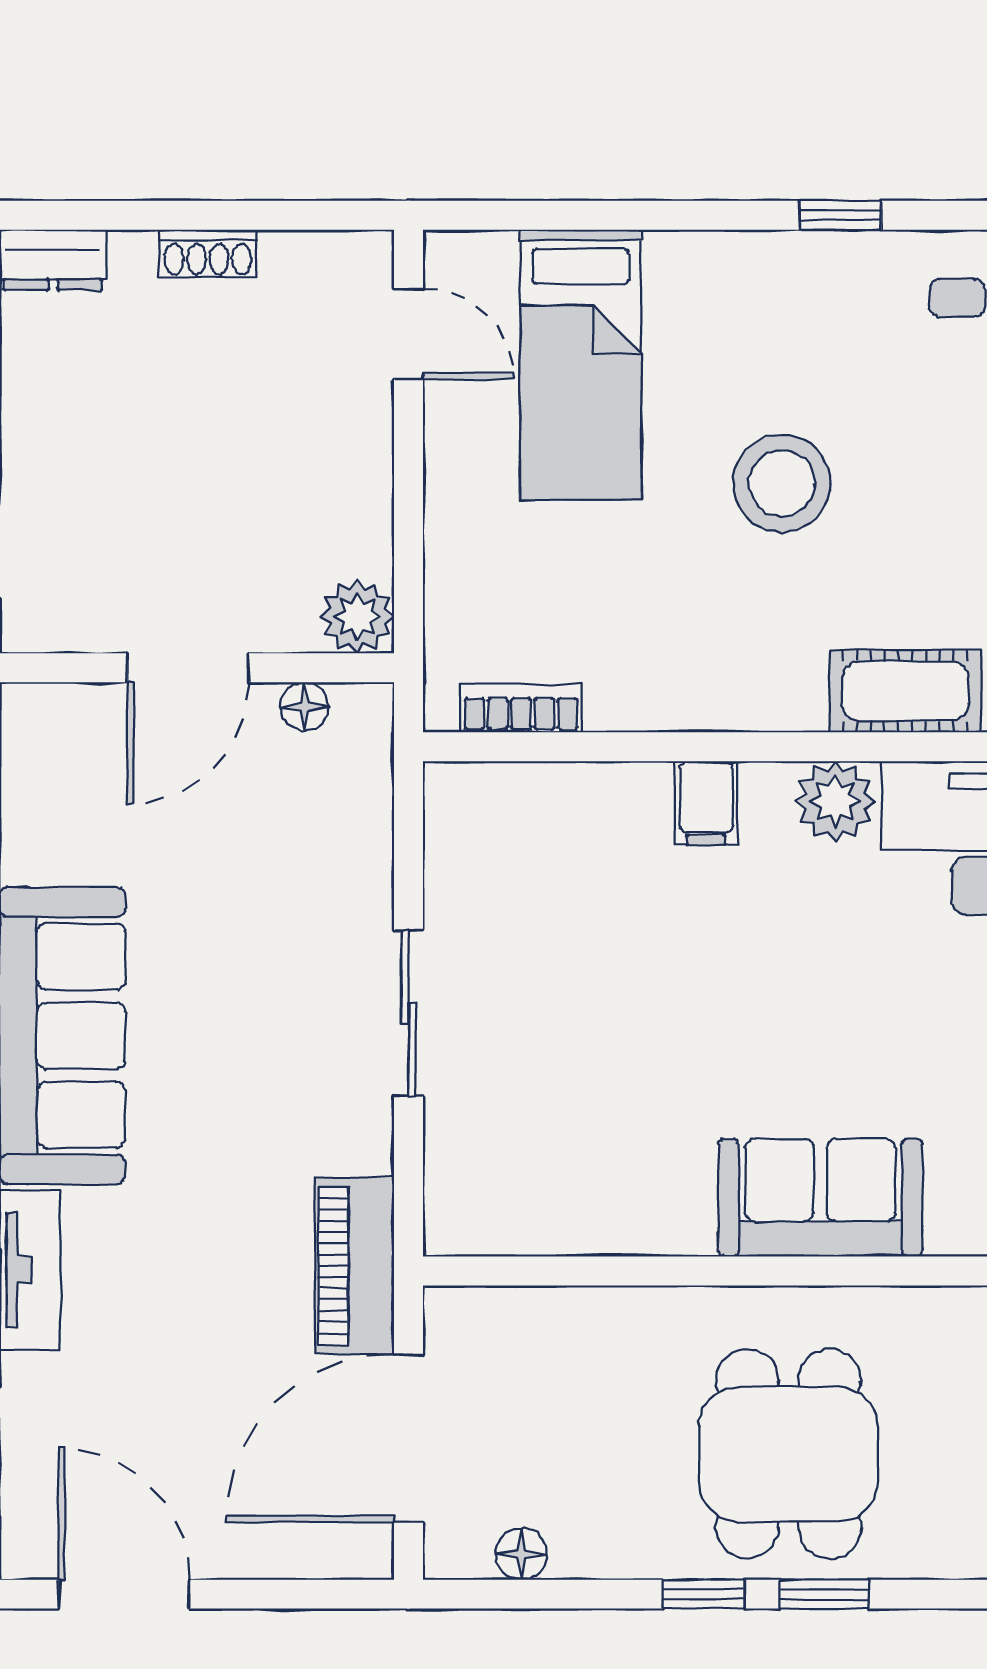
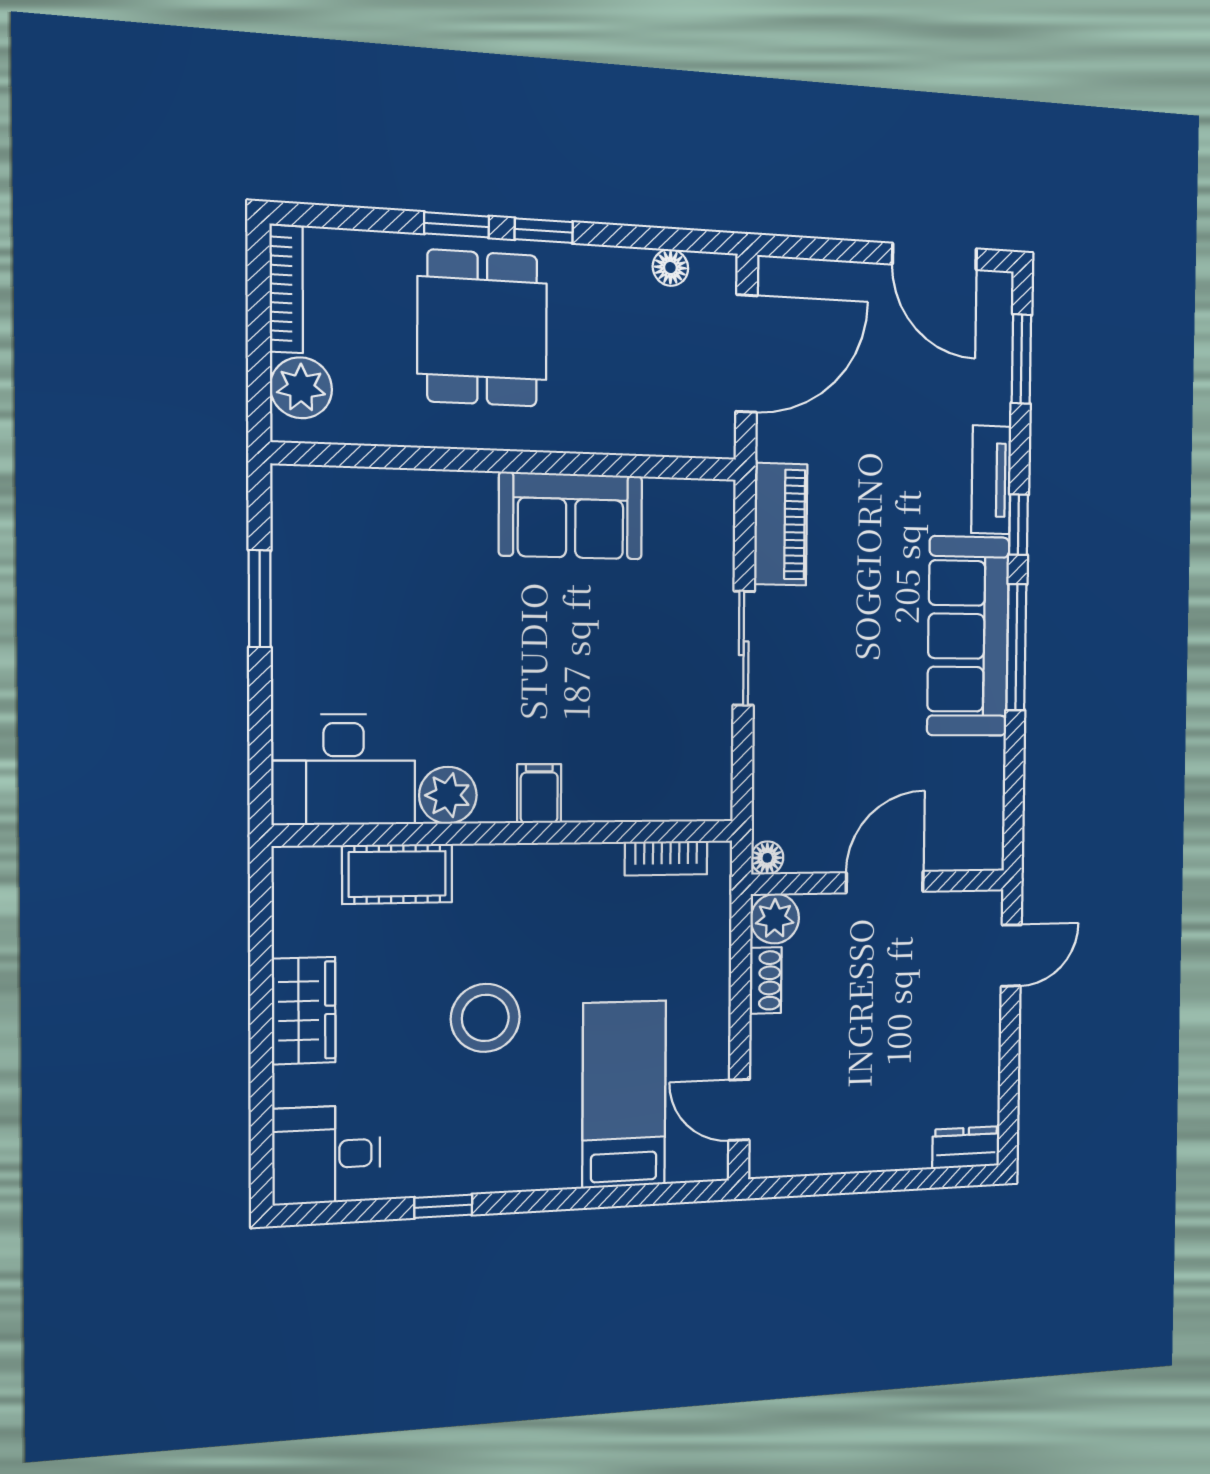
shoe rack: (208, 253) -> (766, 981), moved, turned 90
floor lamp: (304, 706) -> (767, 858), moved
sofa: (820, 1198) -> (571, 516), moved
piano: (355, 1266) -> (781, 524), moved

